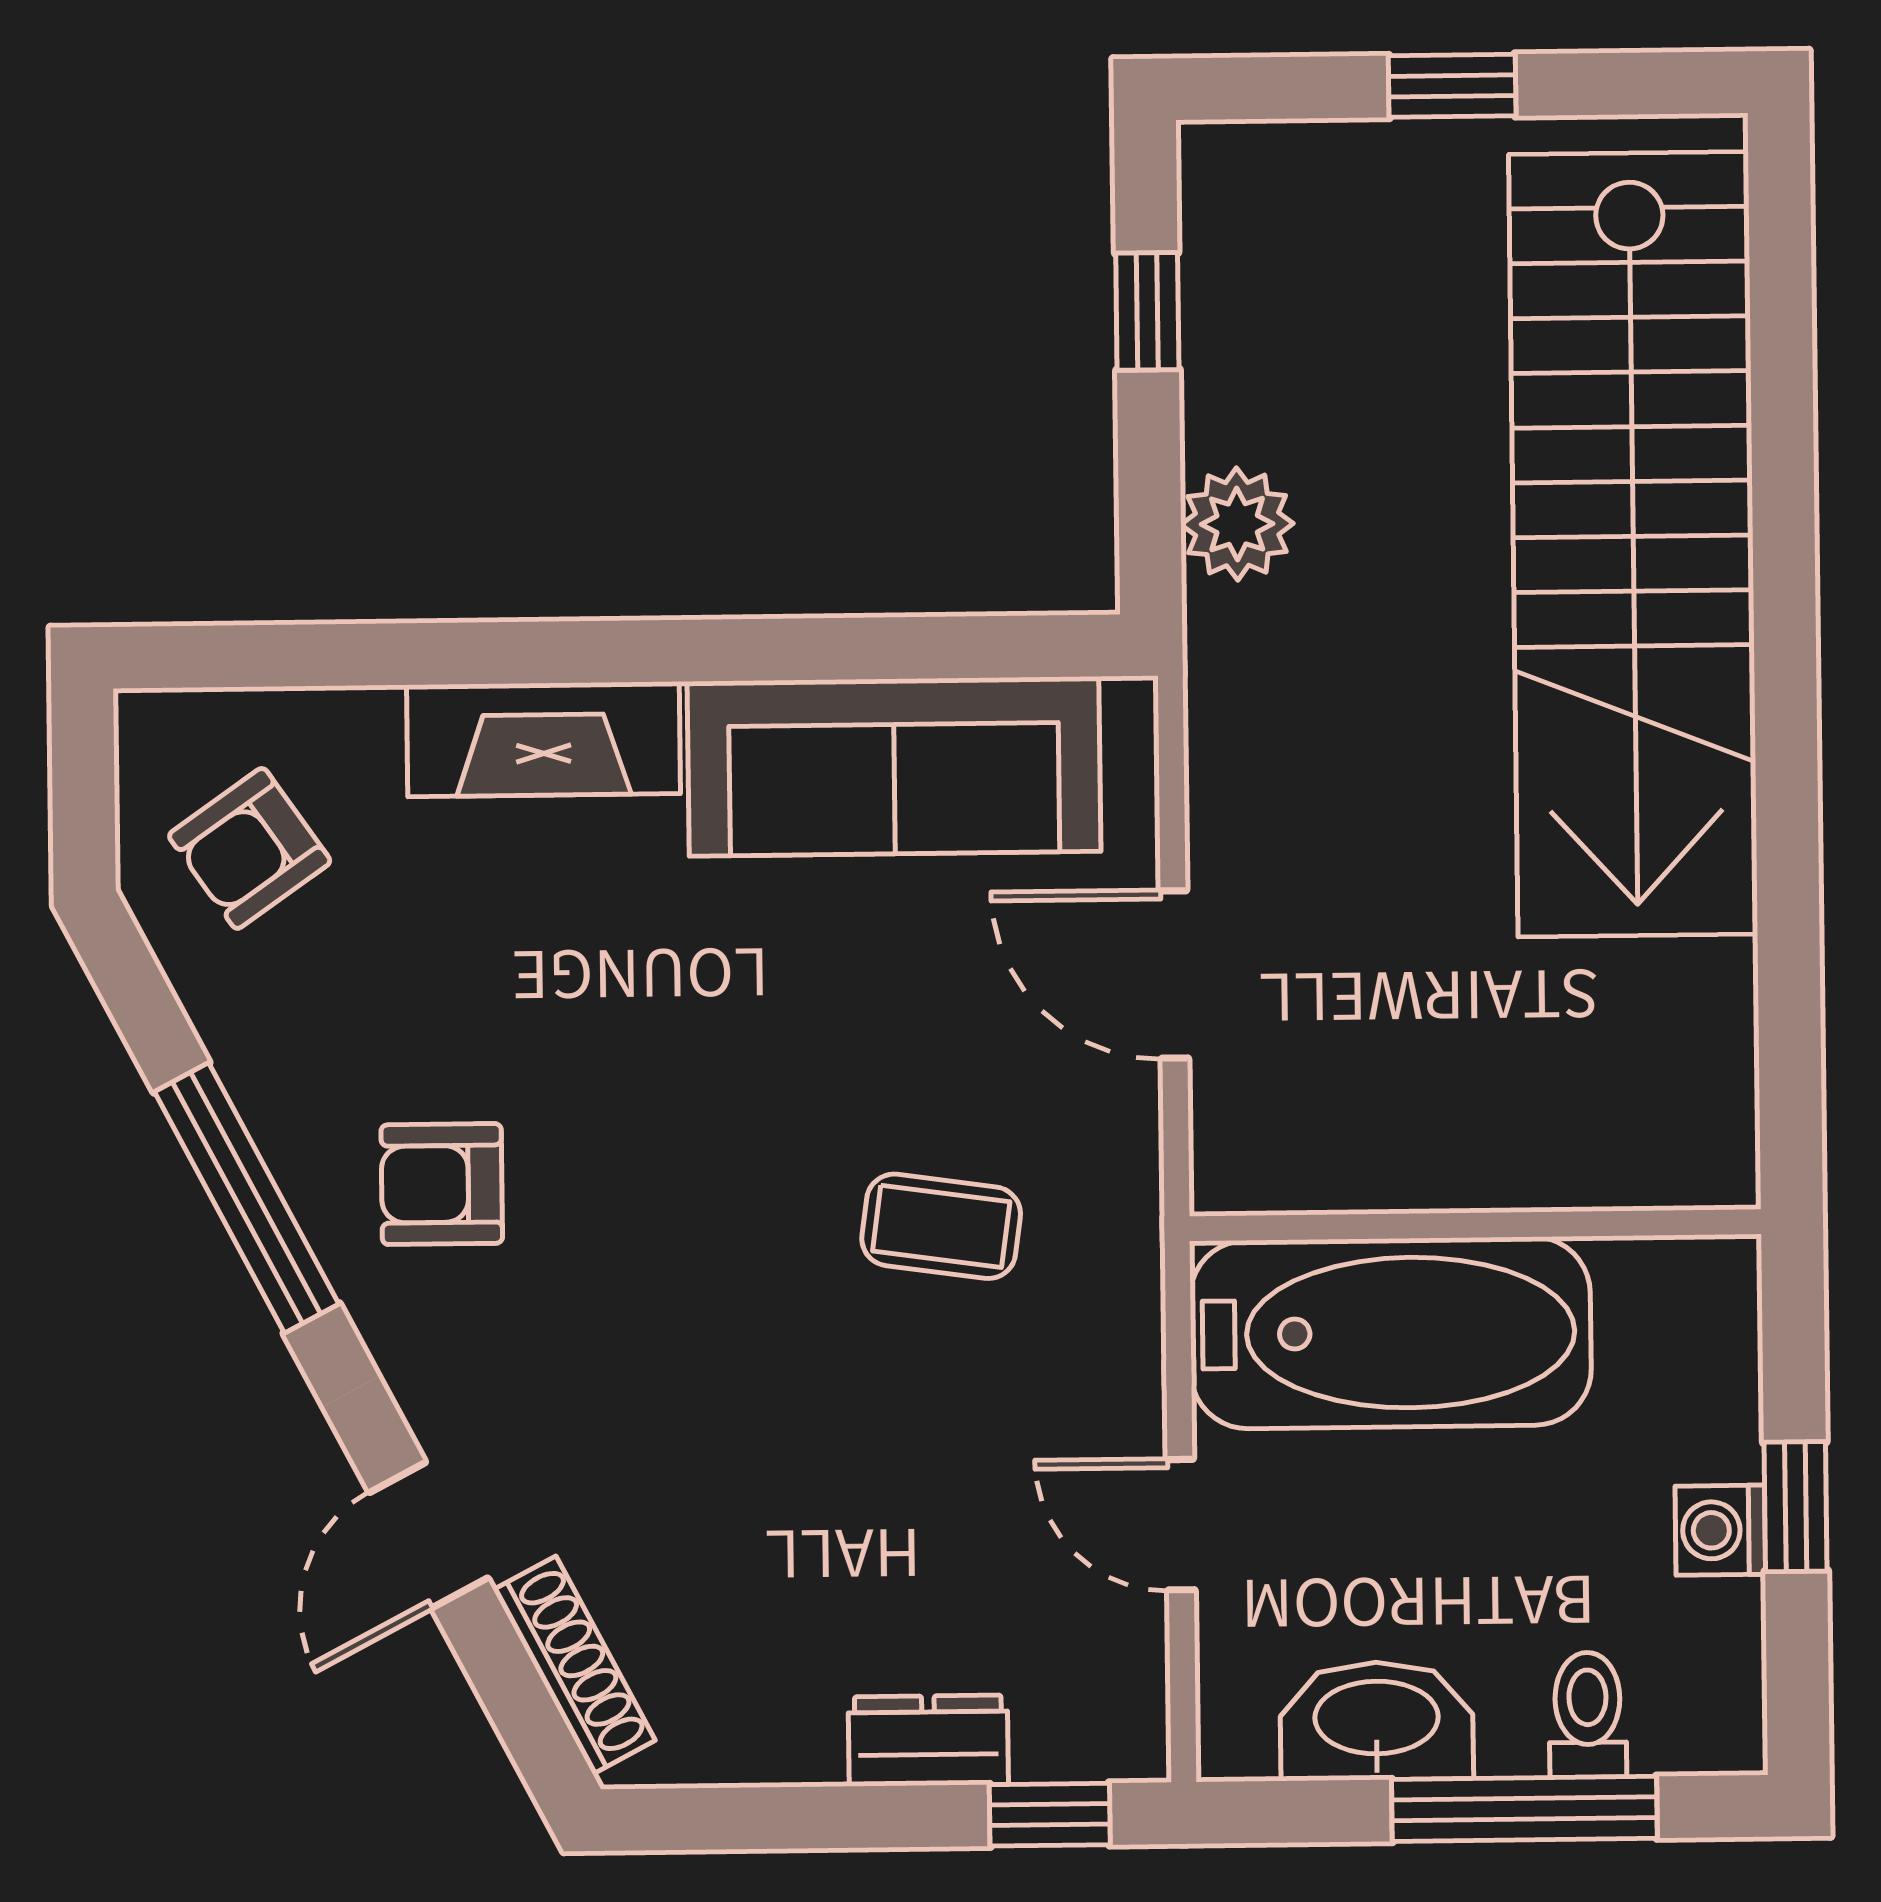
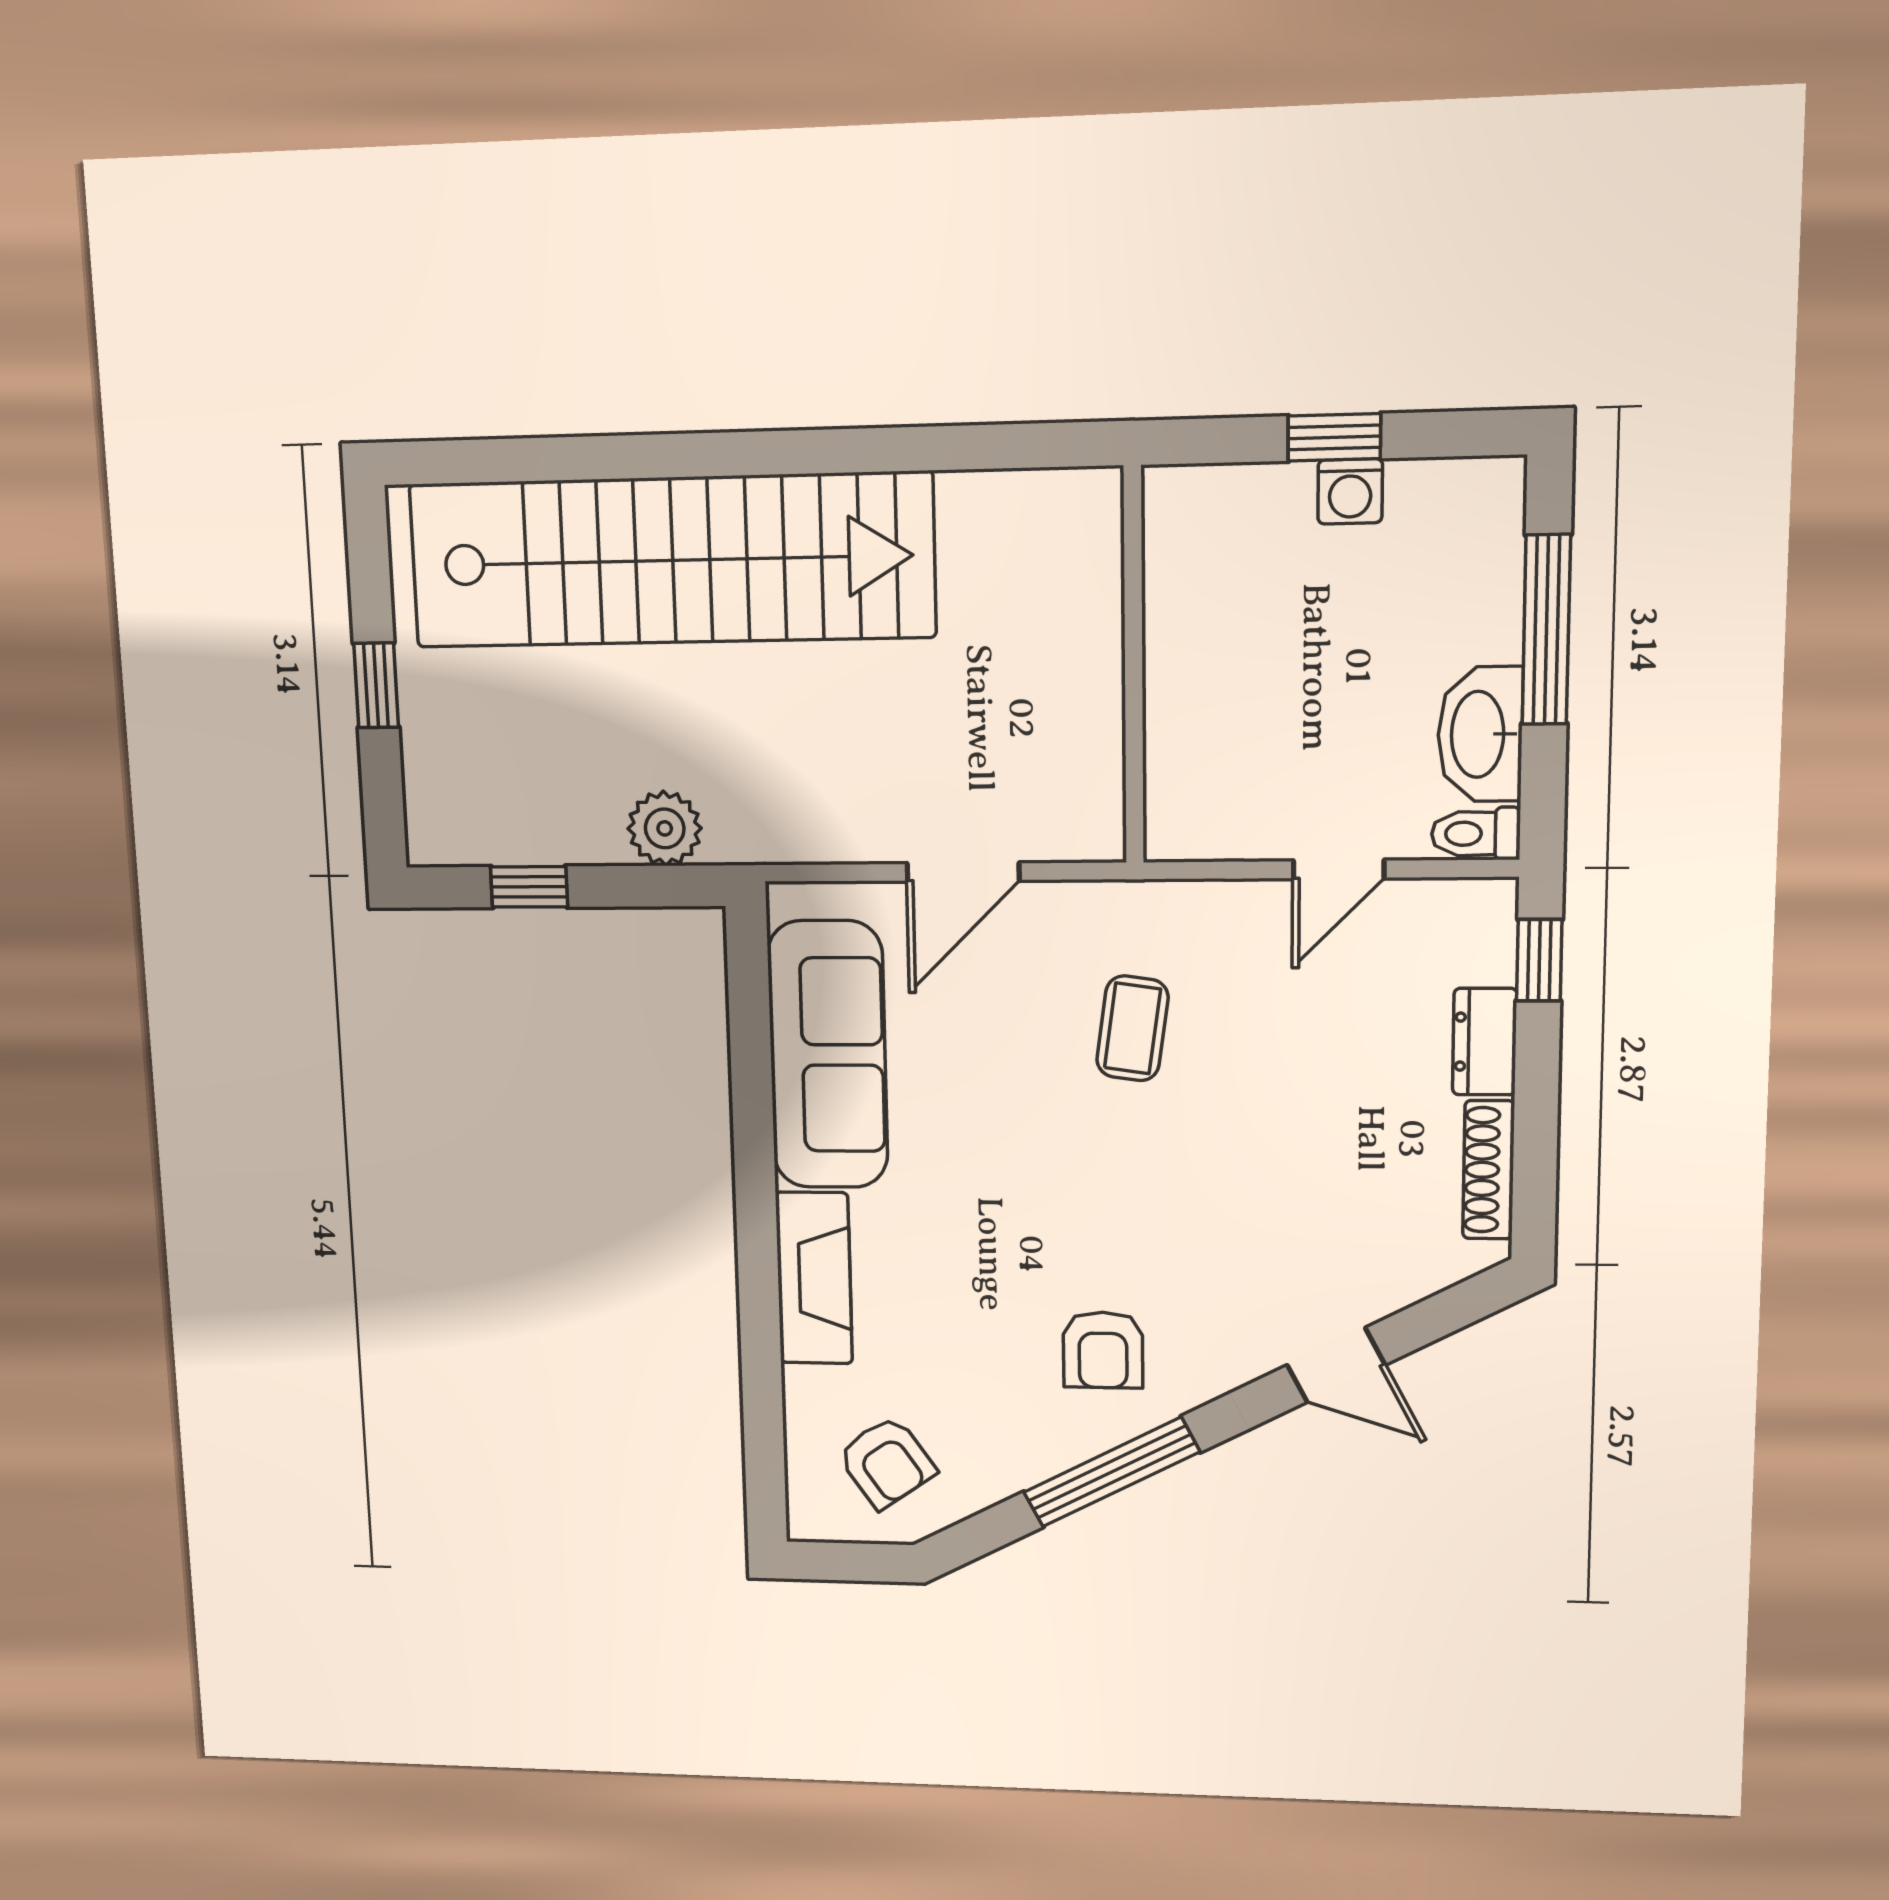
bathtub: (1391, 1333) -> (1208, 725), removed
shoe rack: (574, 1665) -> (1489, 1170), moved, turned -62
toilet: (1588, 1715) -> (1476, 834), moved

